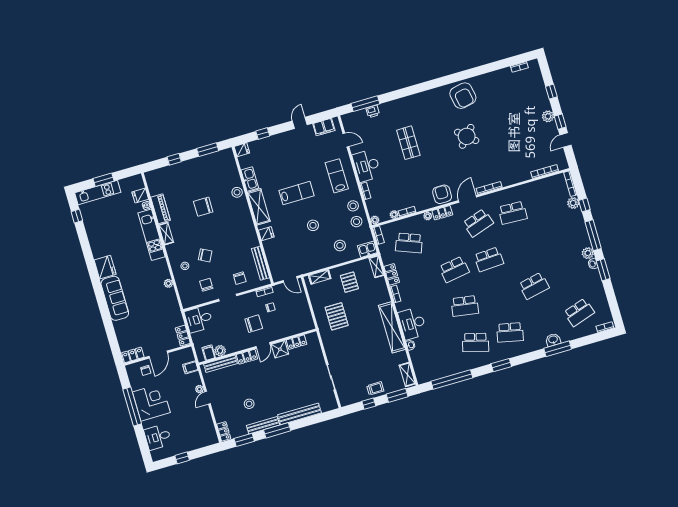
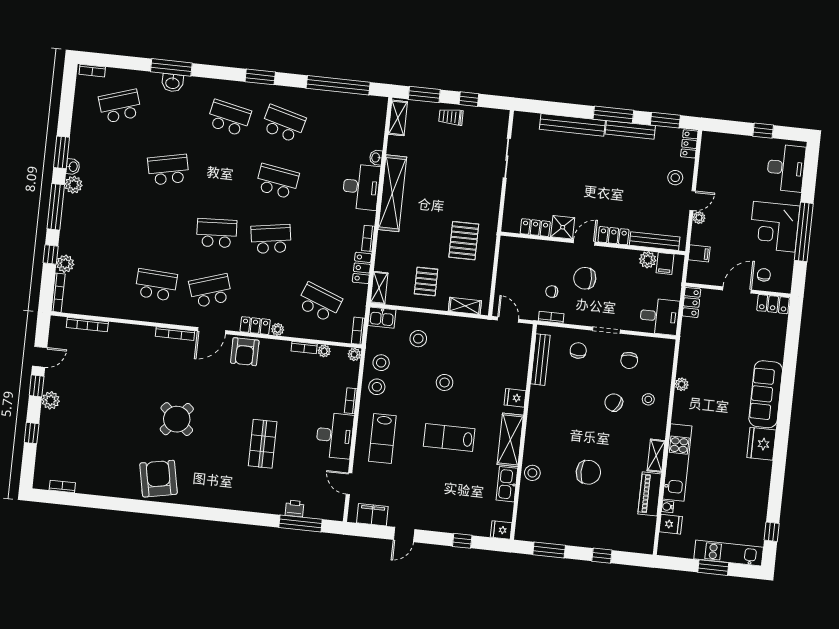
stool: (249, 404) -> (675, 178), moved
desk: (158, 437) -> (786, 168), width x1.37

